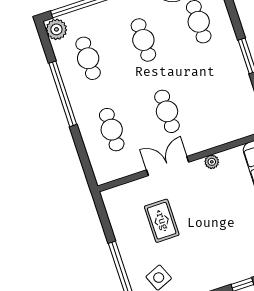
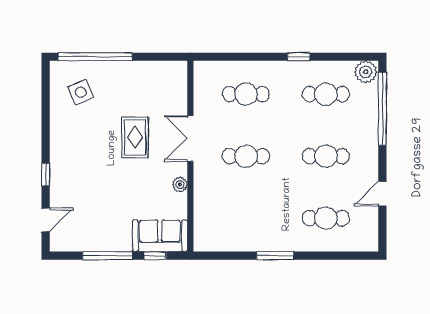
window: (63, 94) -> (298, 57), width x0.32
double door: (168, 166) -> (190, 139), swing flipped
rug: (162, 221) -> (135, 137), moved, turned 90

